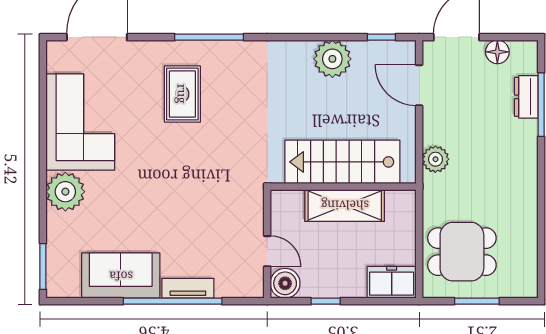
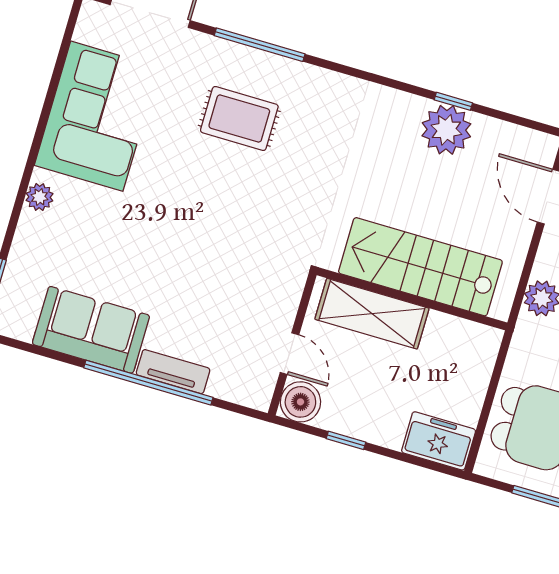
window: (209, 37) -> (260, 45), moved
window: (381, 37) -> (453, 101), moved
rug: (182, 94) -> (239, 118), turned 90
plant: (65, 192) -> (39, 197), width x0.53, depth x0.53
shelving: (345, 205) -> (372, 314), moved

